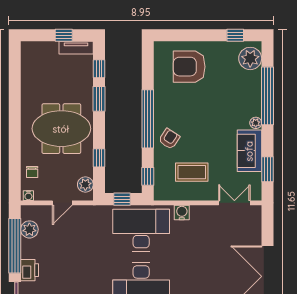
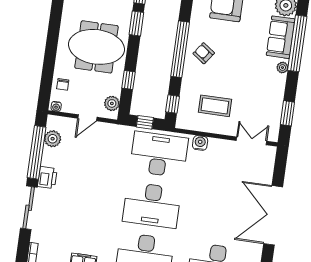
armchair: (169, 139) -> (204, 53), moved, turned -87
sofa: (249, 151) -> (281, 37), moved

